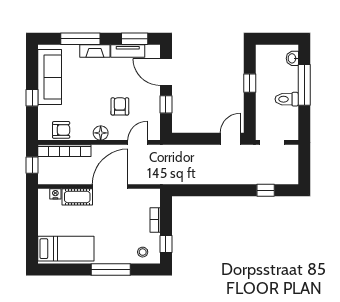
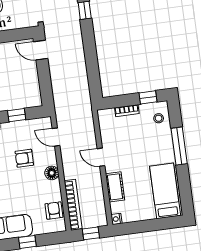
door: (110, 187) -> (101, 157), width x0.53
nightstand: (55, 194) -> (116, 219), moved

